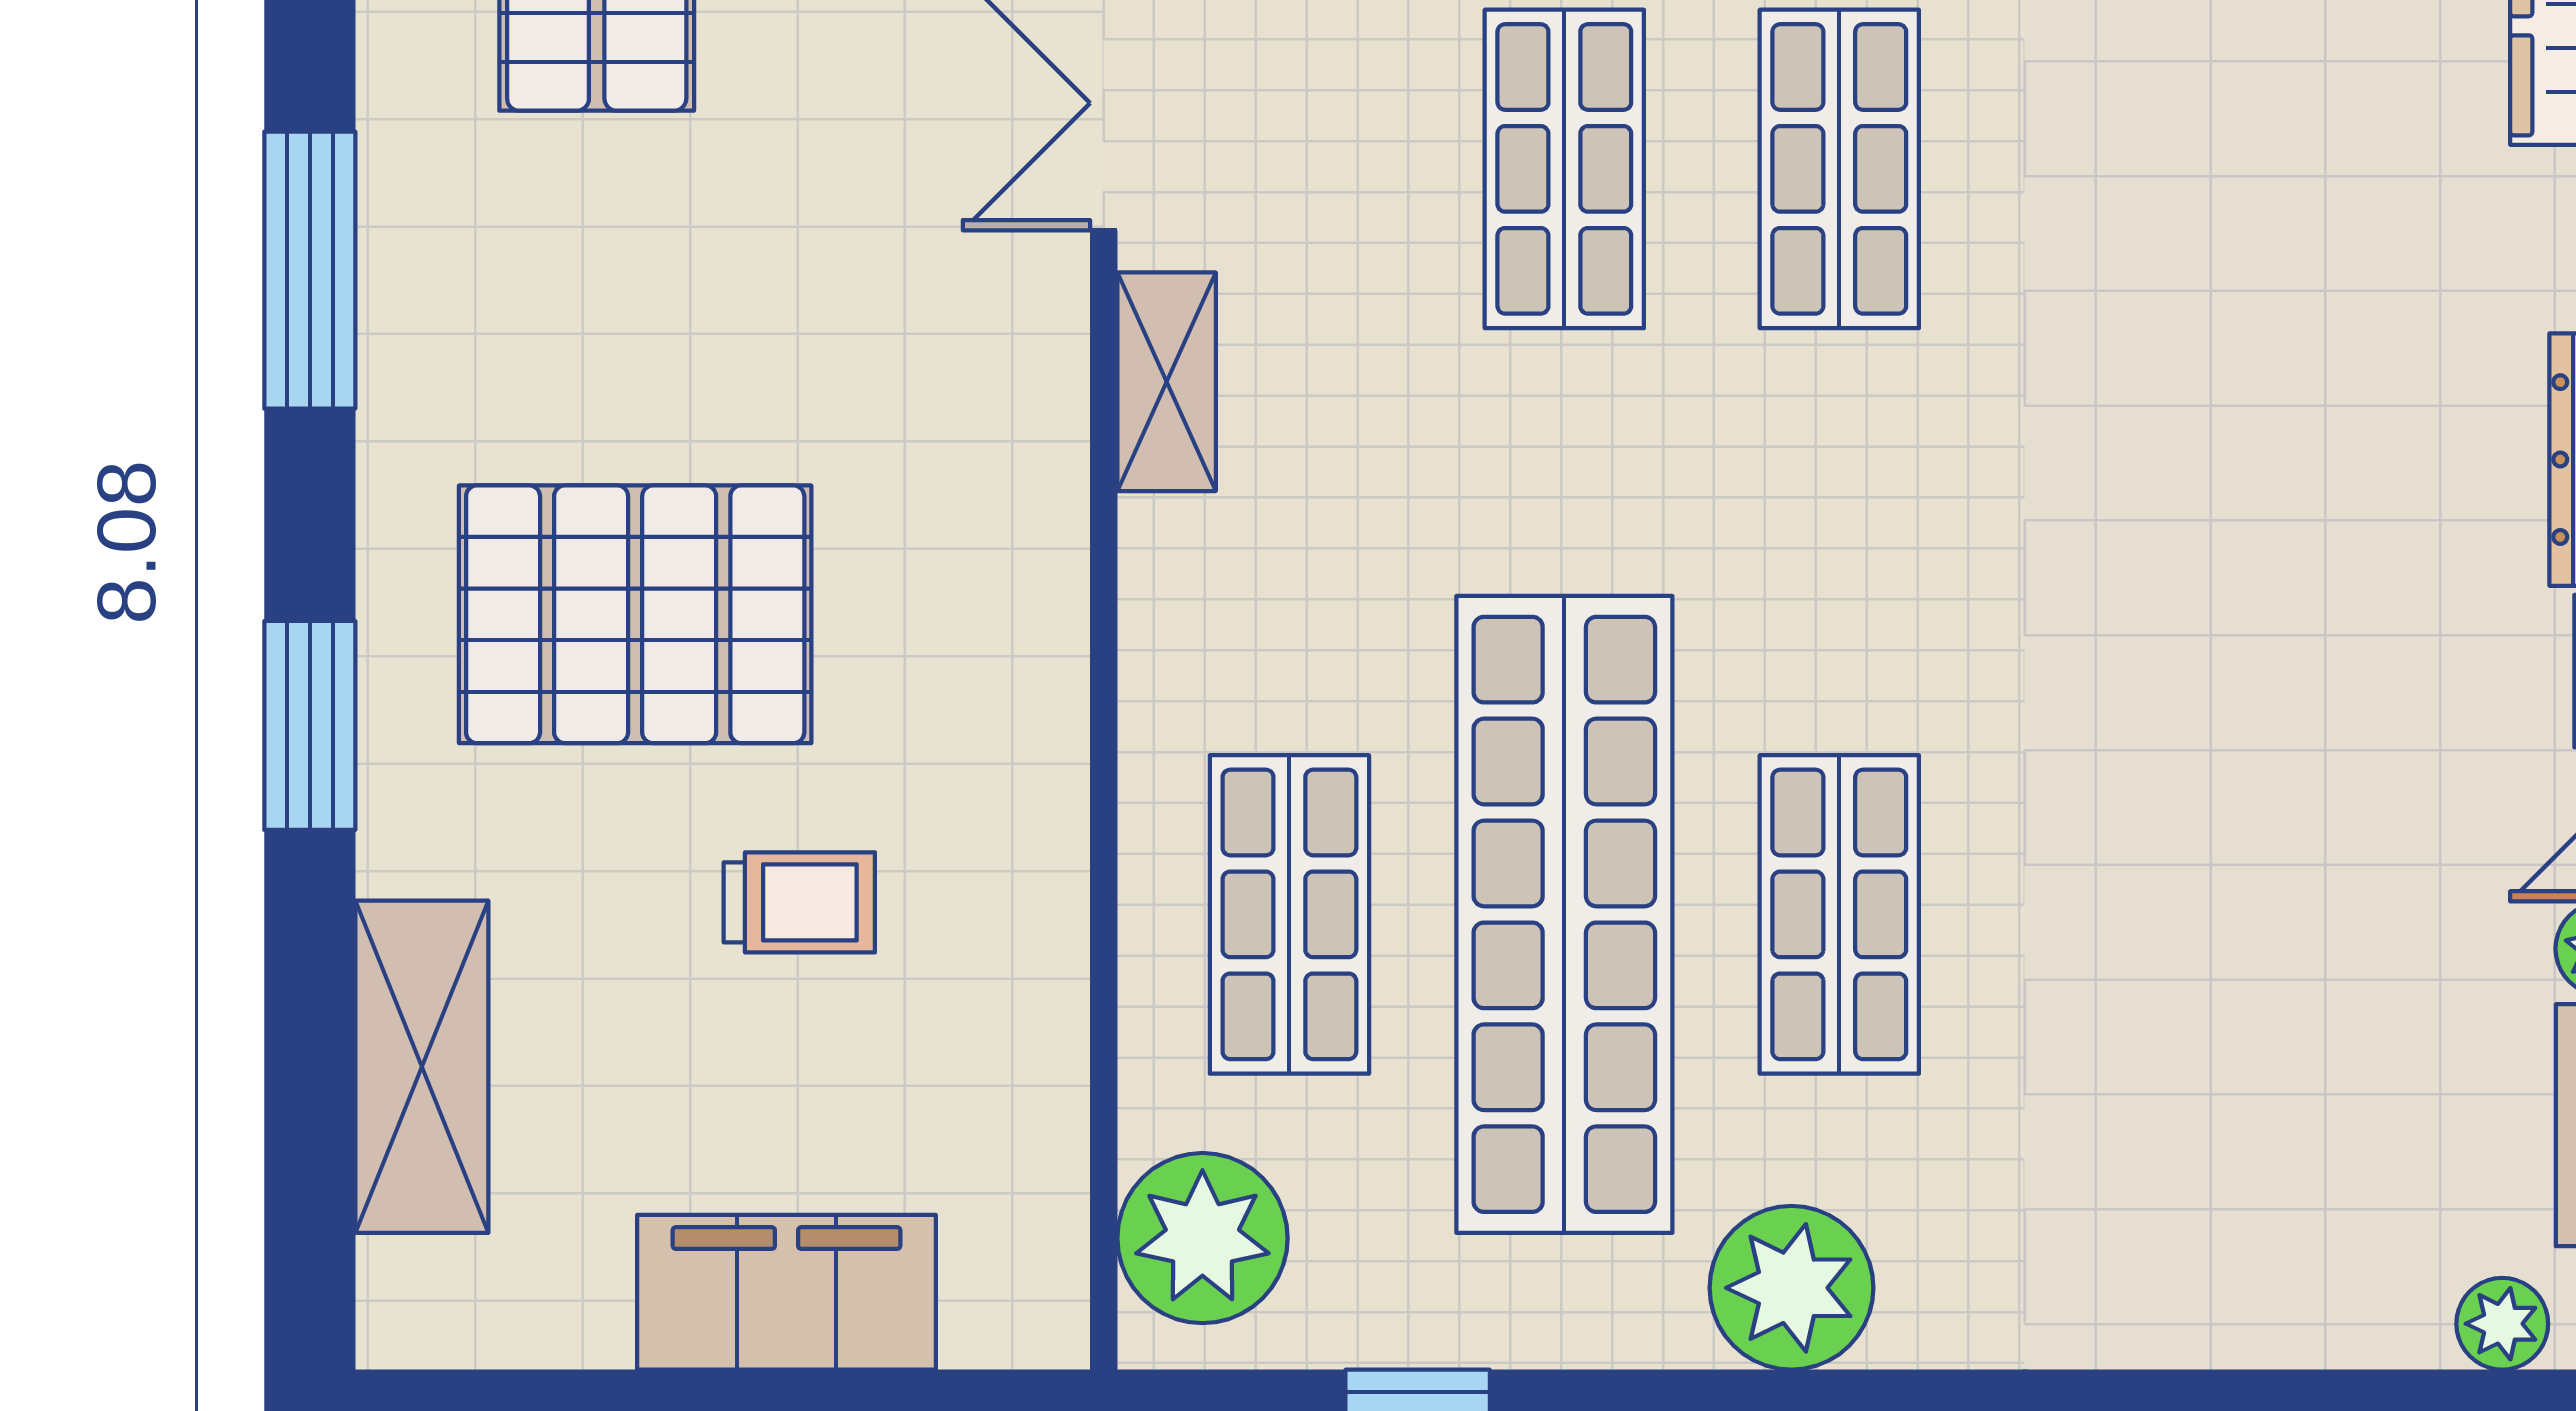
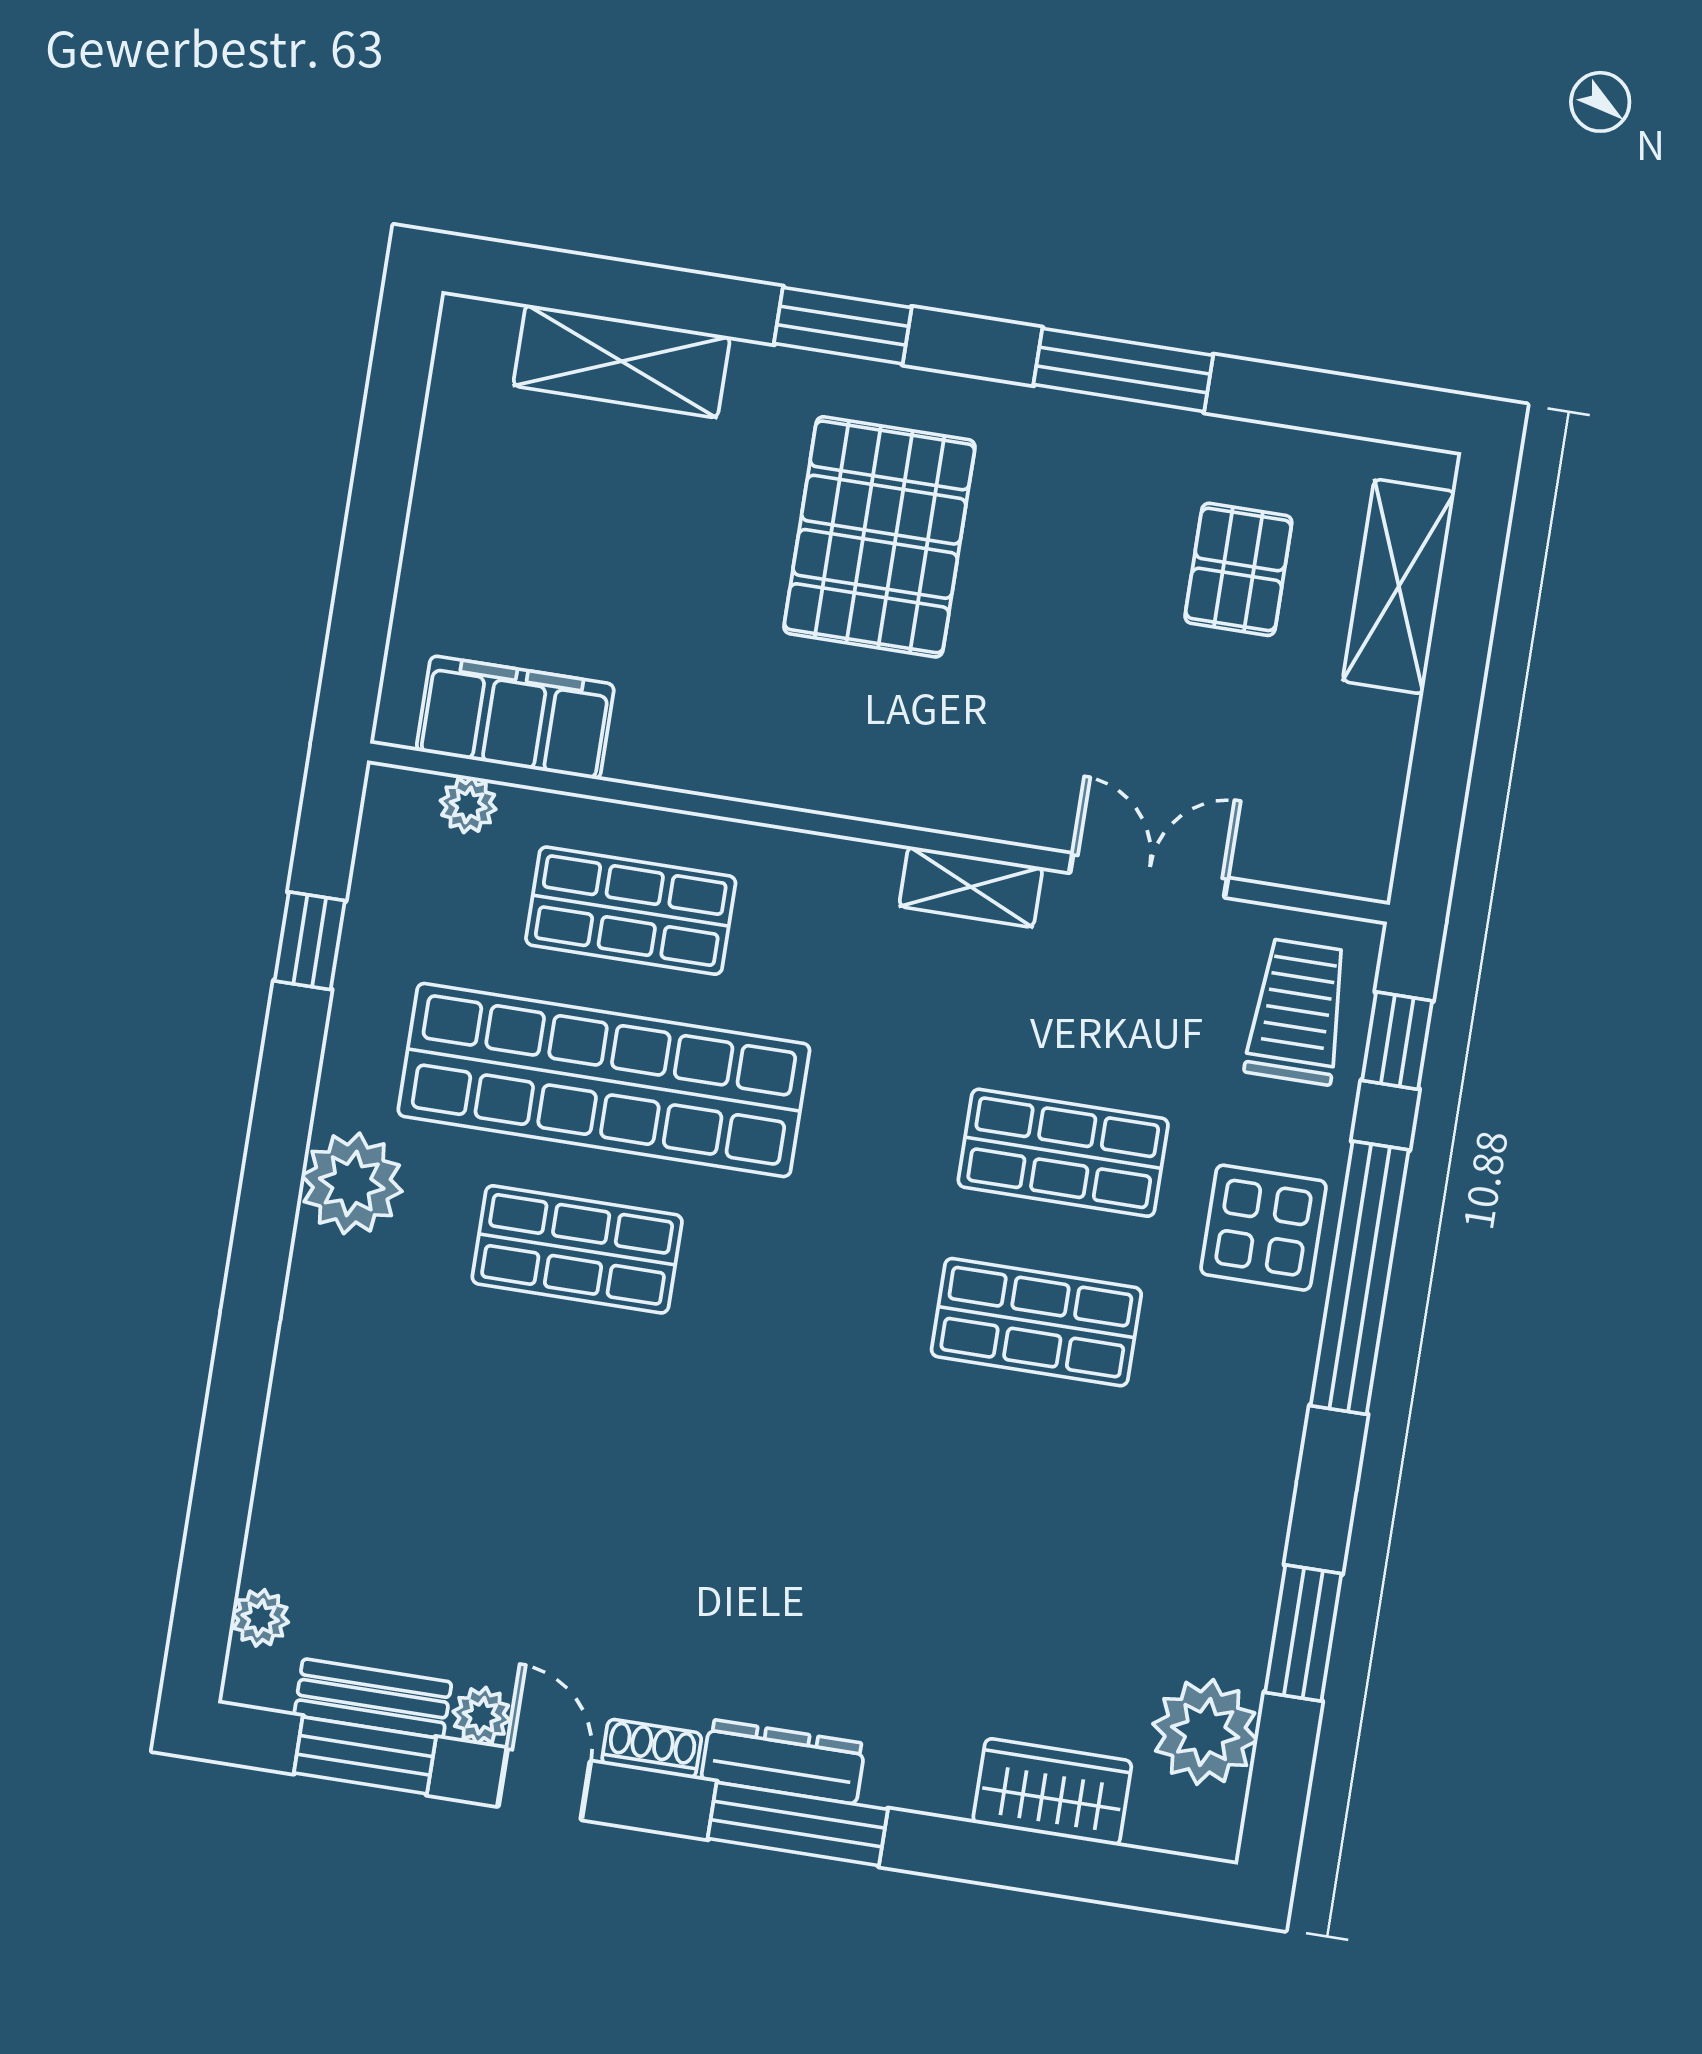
trolley: (799, 902) -> (686, 610), removed
plant: (1202, 1238) -> (468, 805), width x0.53, depth x0.53
filing cabinet: (786, 1292) -> (515, 718), moved, turned -90

